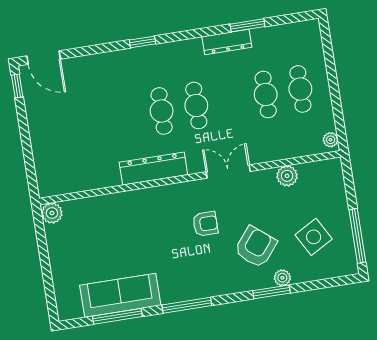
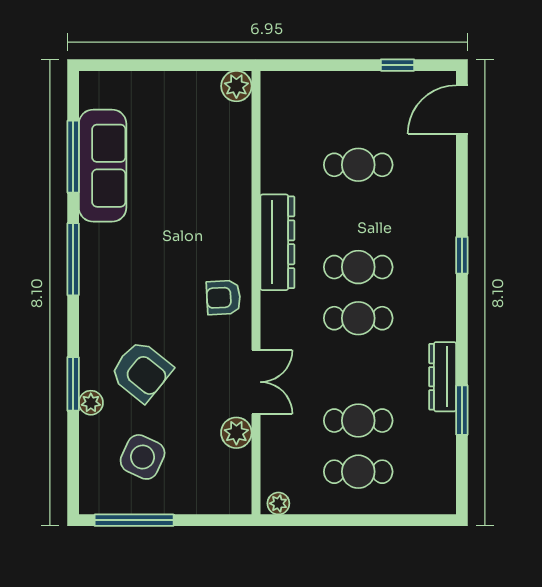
window: (17, 86) -> (398, 65), moved
cafe table: (92, 122) -> (358, 165), added
double door: (228, 172) -> (256, 382), moved
armchair: (205, 224) -> (223, 298), moved, turned 87
side table: (314, 237) -> (143, 457), turned -36

